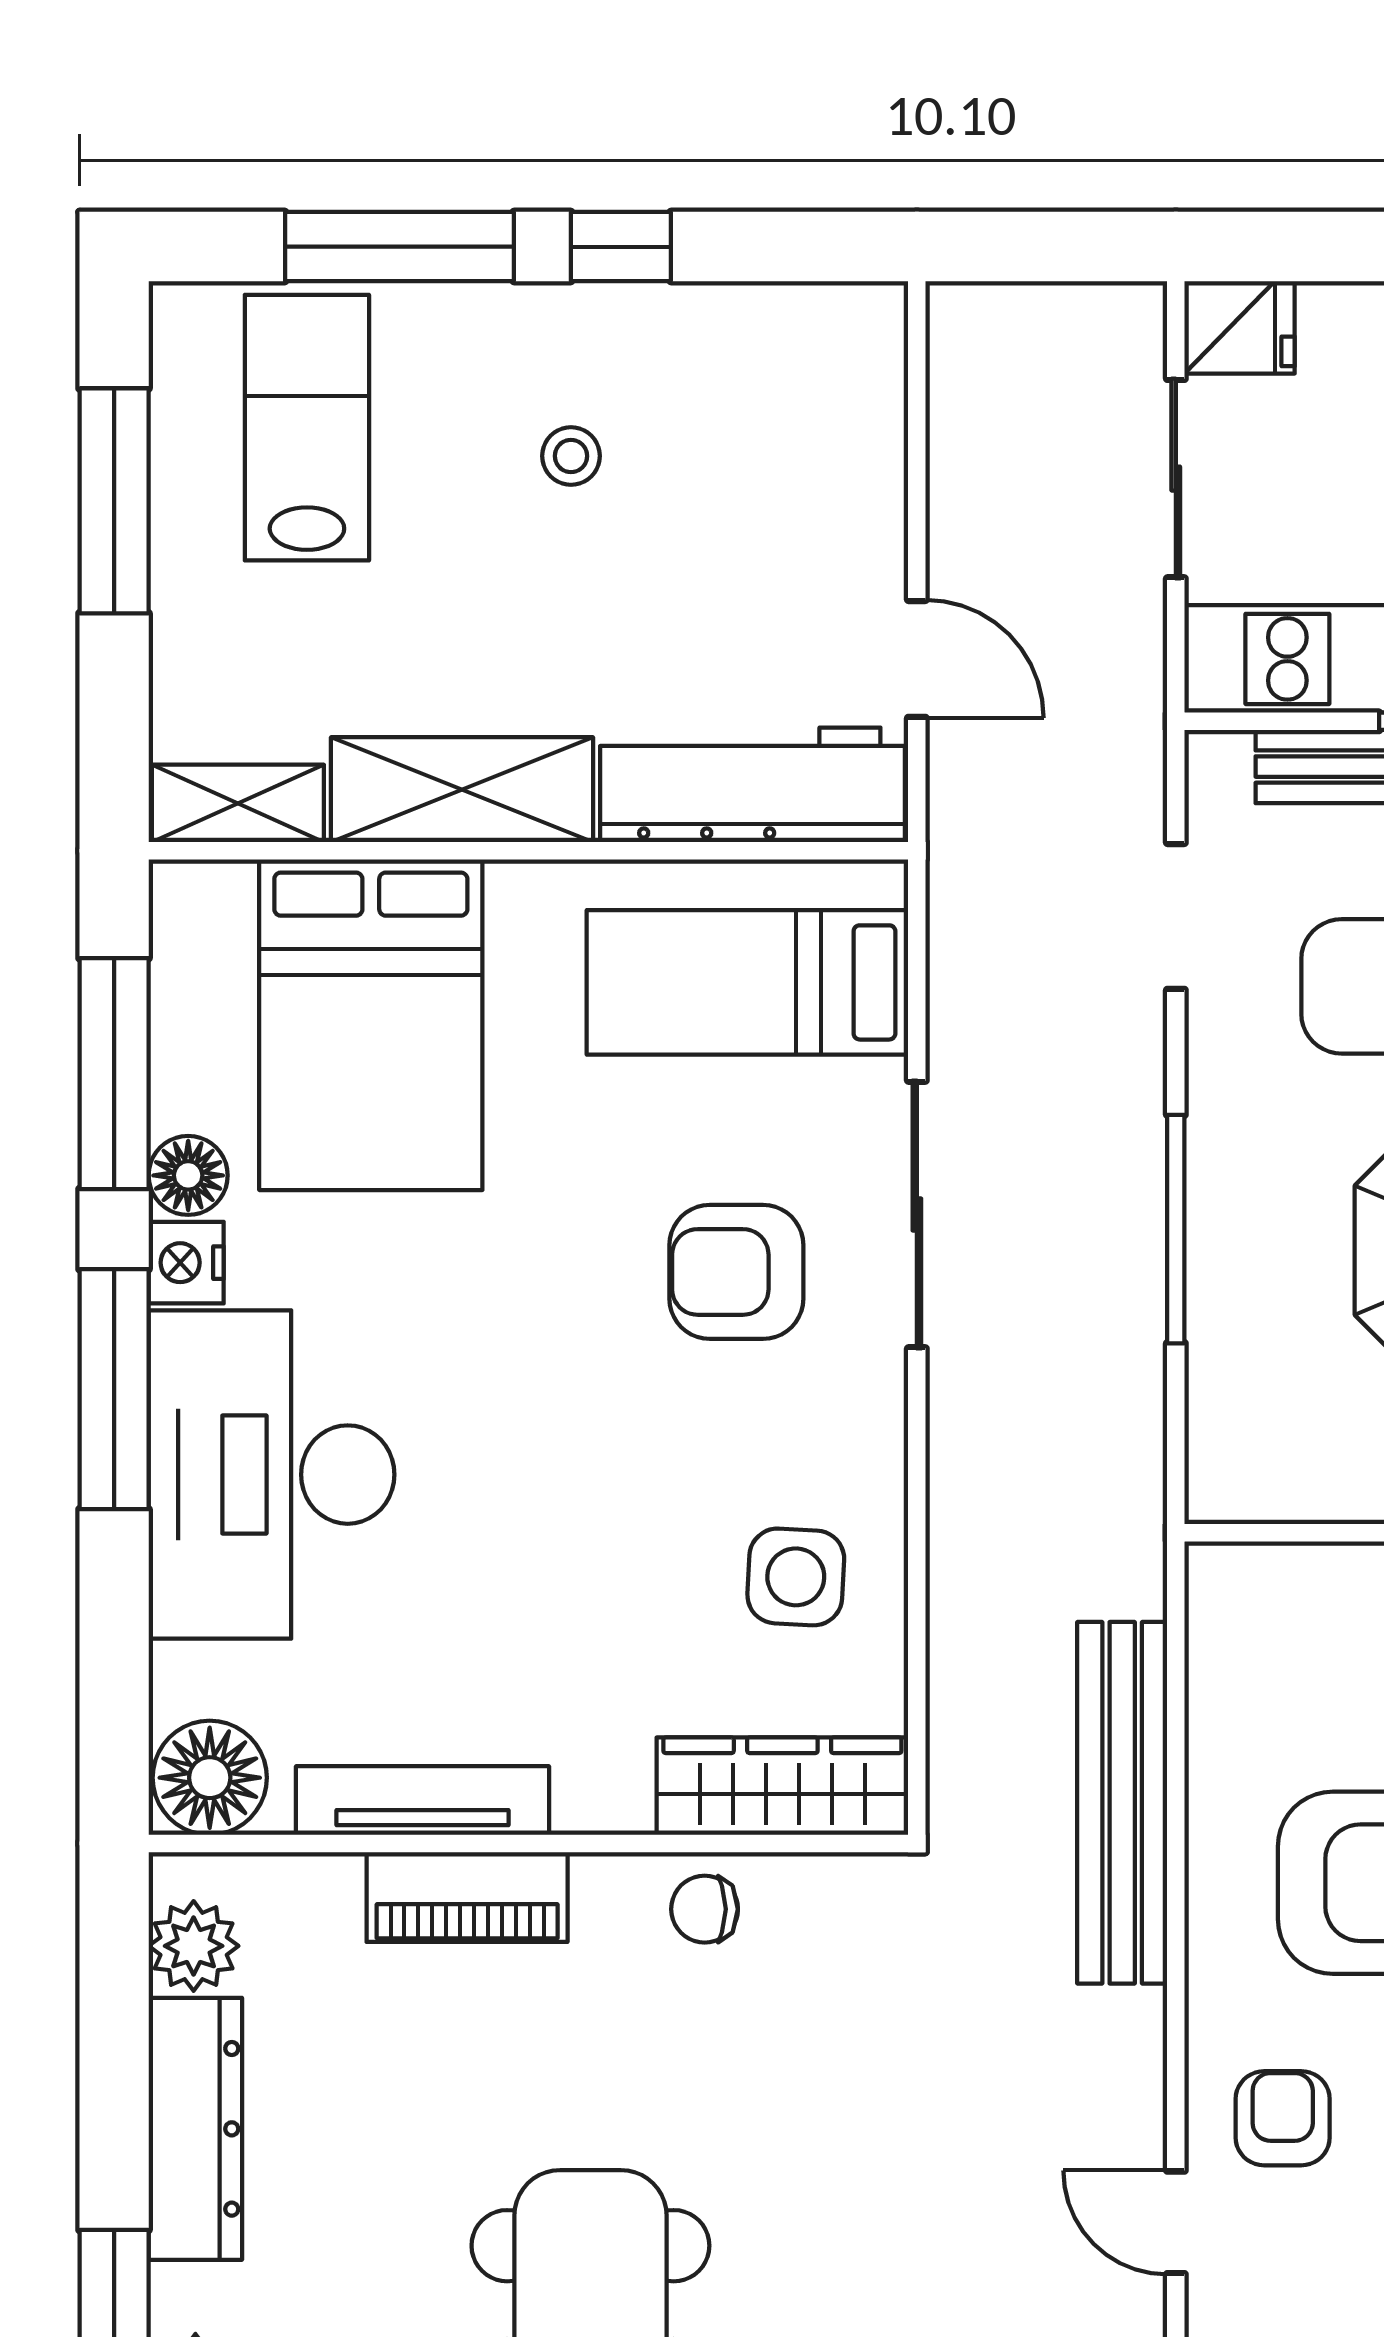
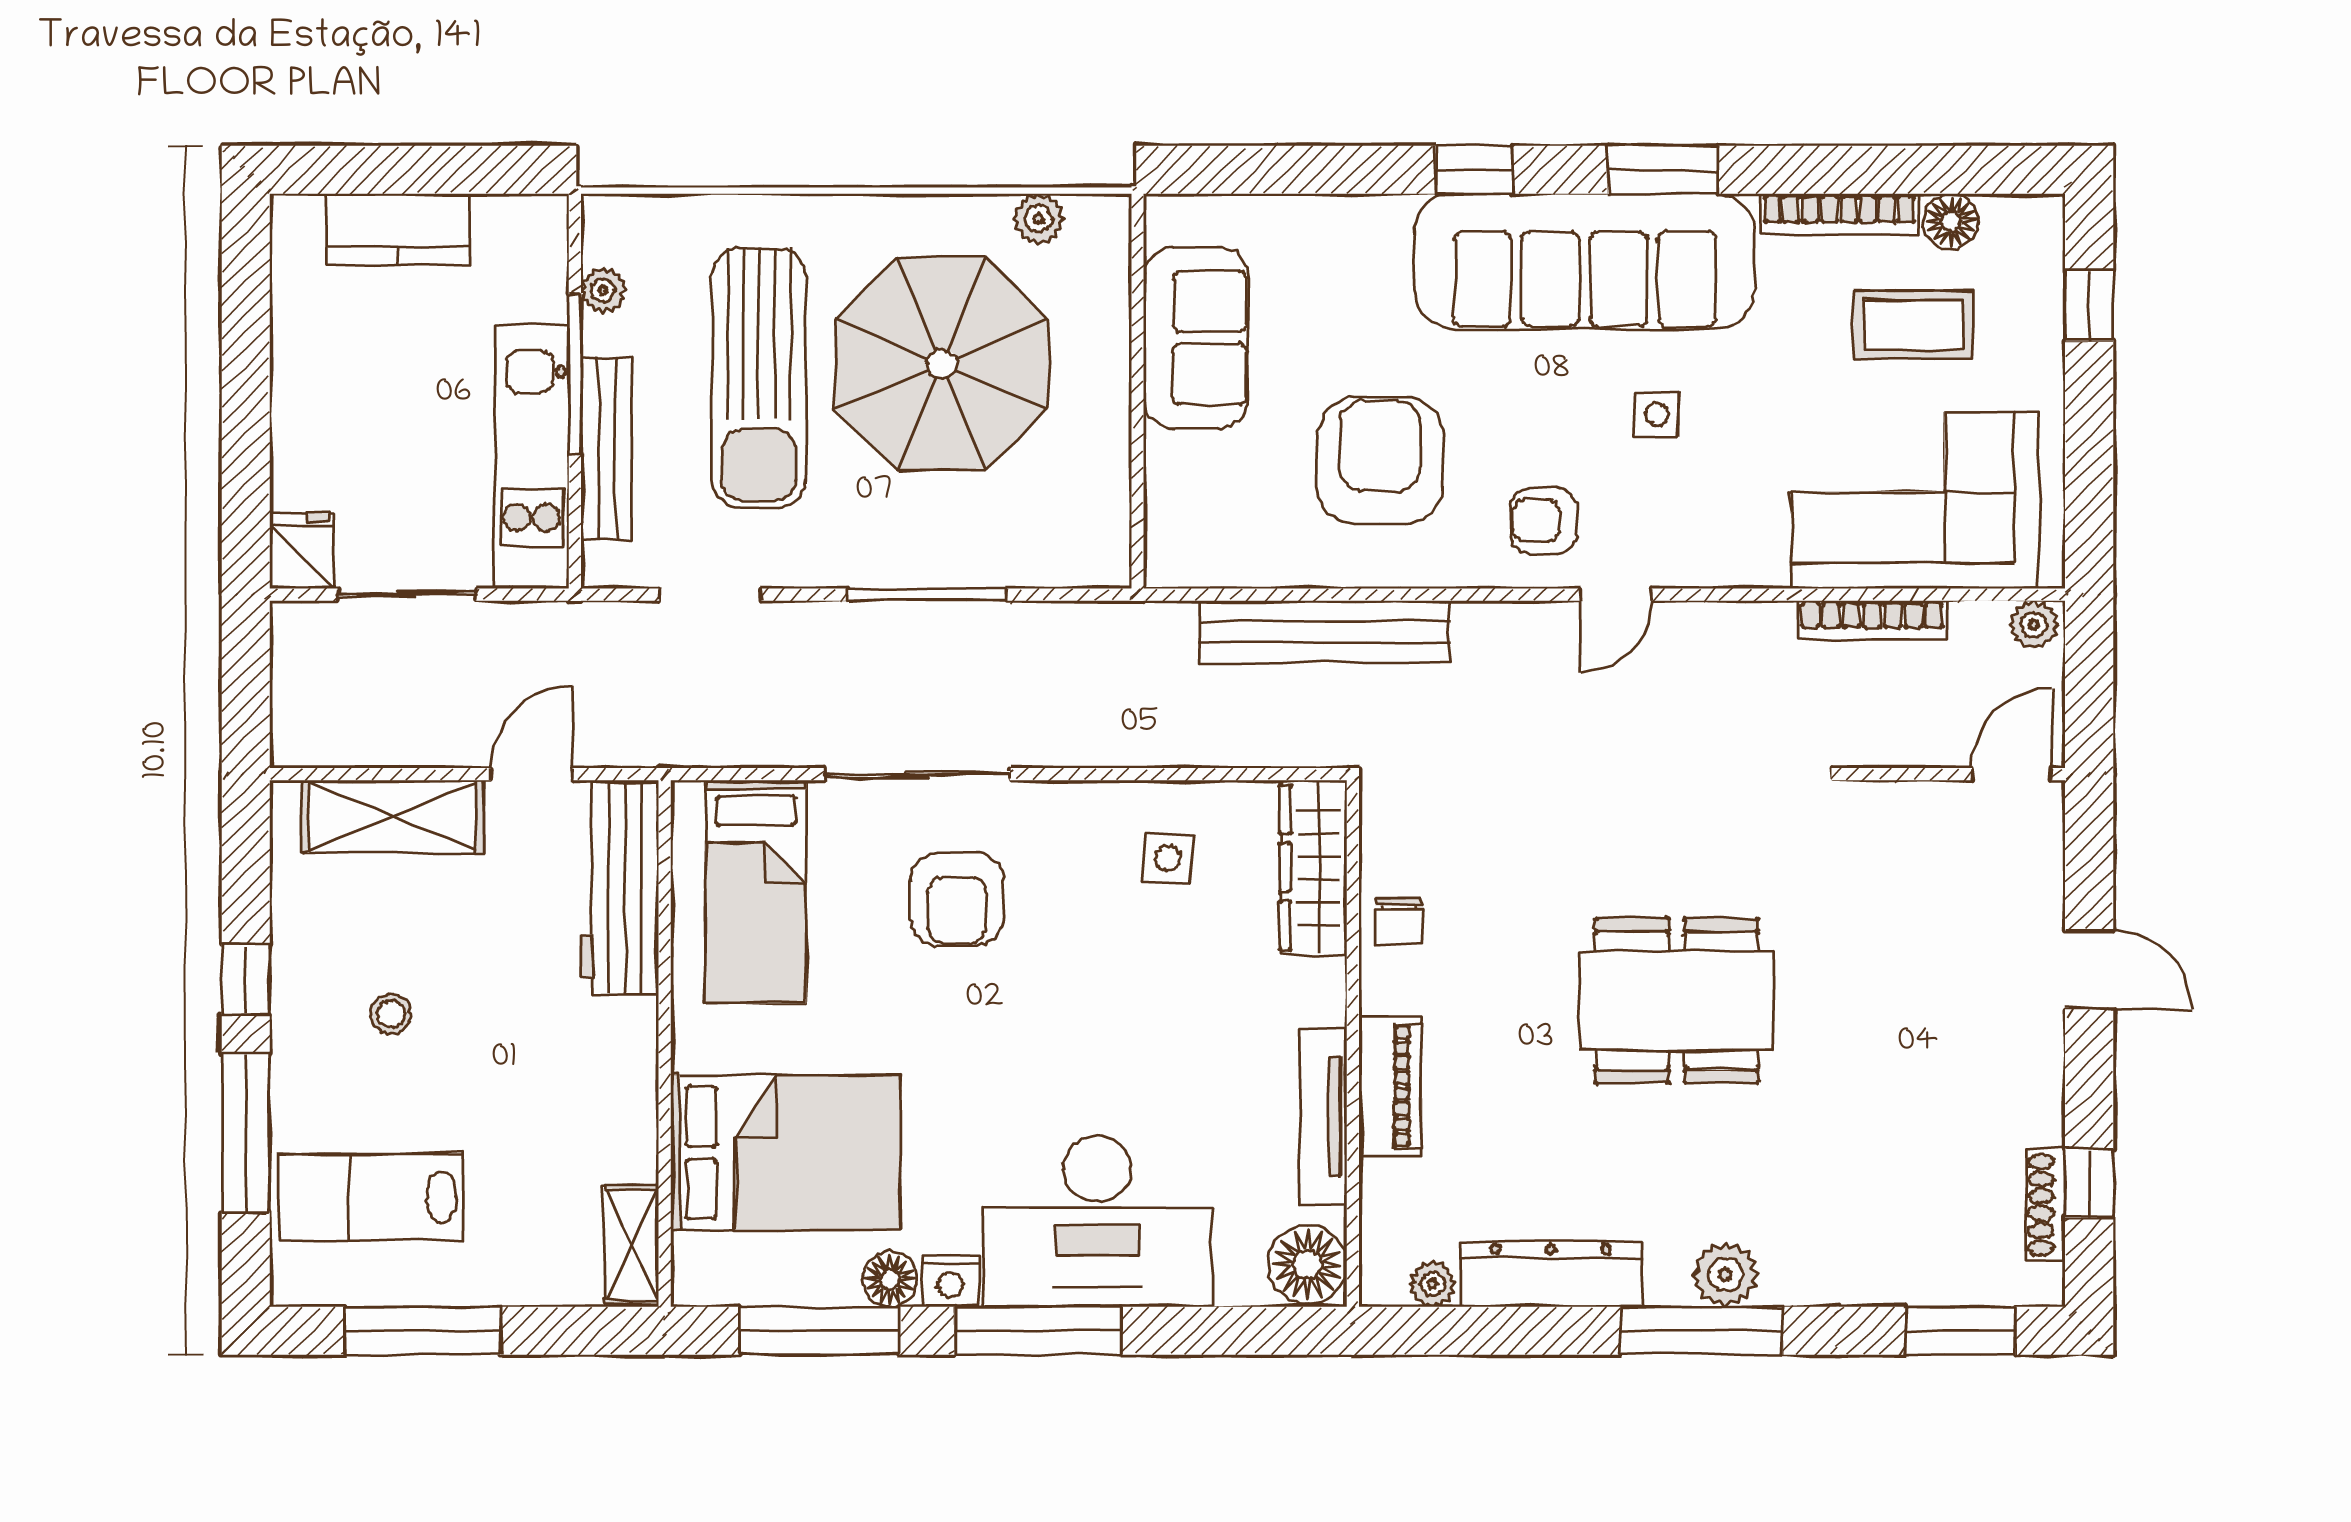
shelving: (462, 790) -> (393, 817), moved, turned 90
side table: (796, 1577) -> (1168, 858), width x0.73, depth x0.73
plant: (194, 1946) -> (1433, 1284), width x0.73, depth x0.73

